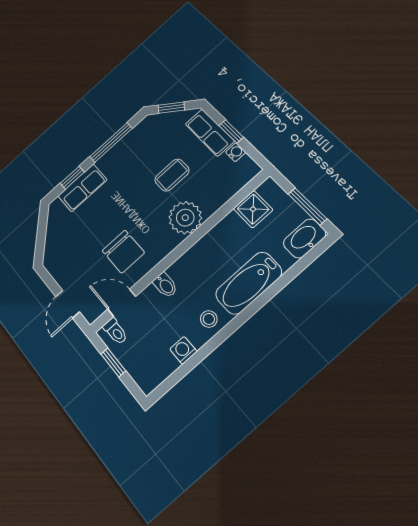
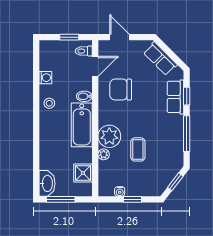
row of seats: (210, 133) -> (160, 59), moved, turned -135
plant: (211, 206) -> (104, 154), added
bathtub: (249, 283) -> (82, 125), moved, turned 180

